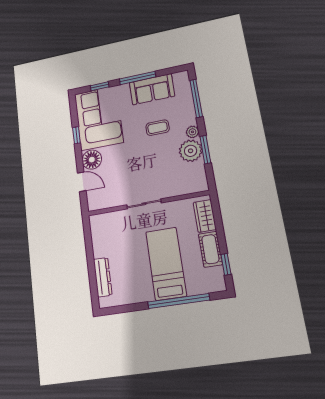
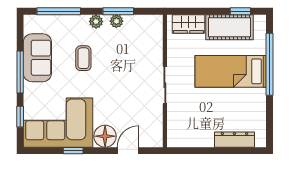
plant: (191, 151) -> (116, 21), width x0.53, depth x0.53
cot: (210, 249) -> (230, 27), width x1.37, depth x1.34

